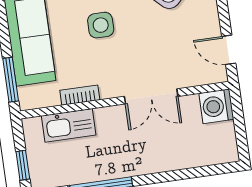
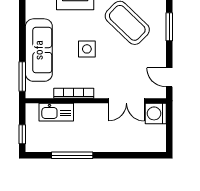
bookcase: (80, 95) -> (74, 93), width x1.56
double door: (151, 96) -> (126, 101), moved

